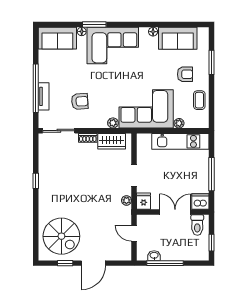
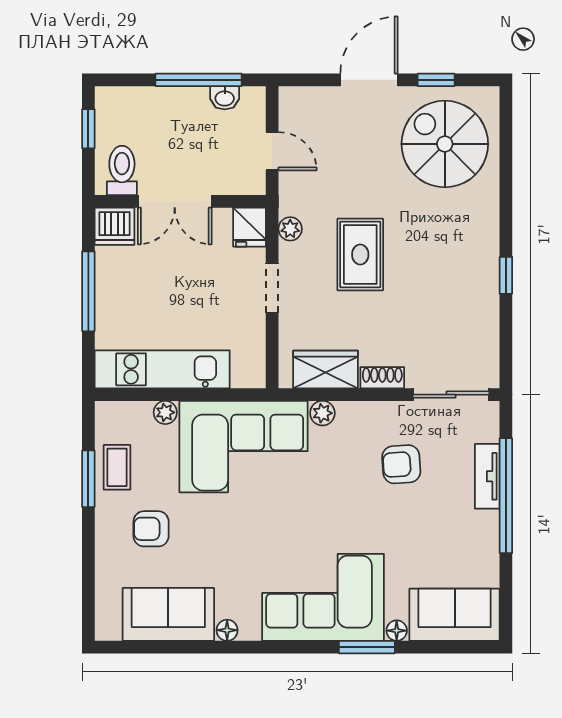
window: (211, 62) -> (88, 479), moved
rug: (97, 190) -> (360, 255), added

